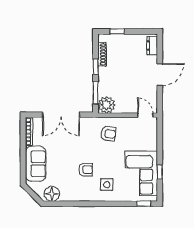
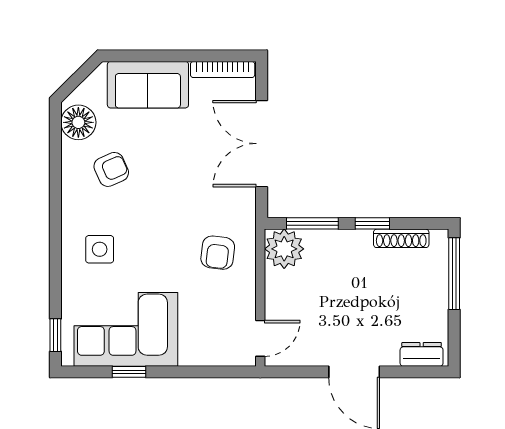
window: (117, 31) -> (454, 274), width x2.17
armchair: (86, 170) -> (111, 169), moved, turned -114

